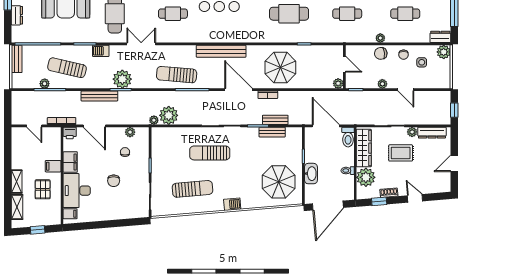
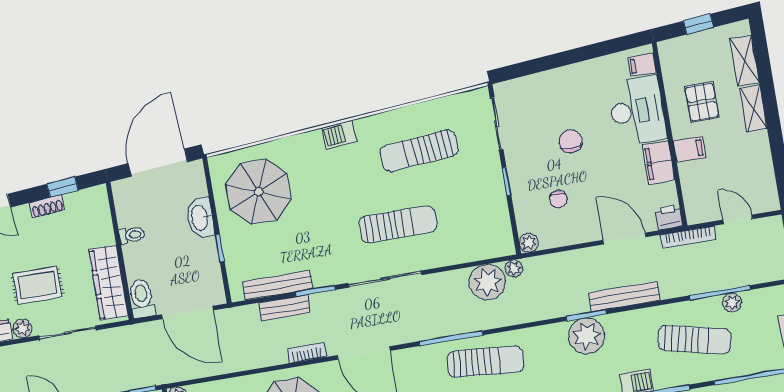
plant: (130, 132) -> (529, 243), moved
bench: (272, 132) -> (278, 285), width x1.36
plant: (366, 177) -> (95, 228), removed

